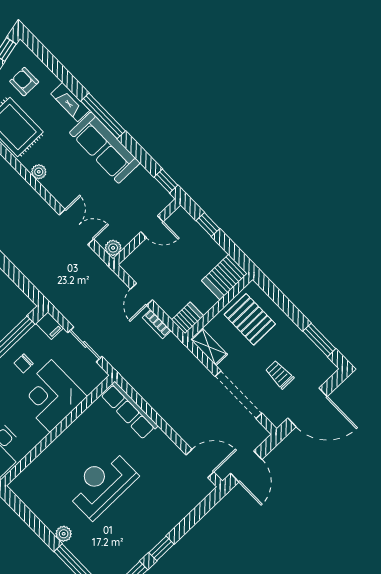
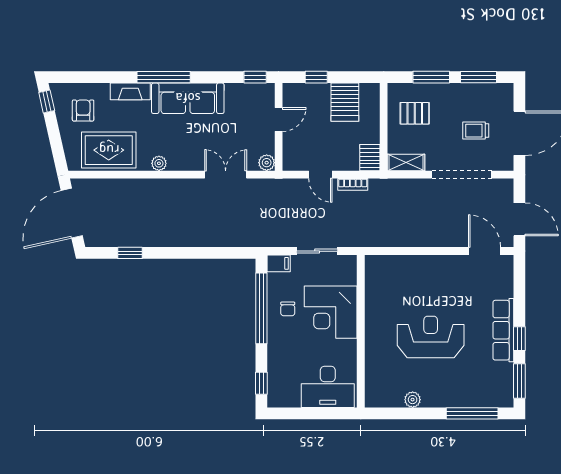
armchair: (24, 82) -> (83, 110), turned 90
server rack: (224, 277) -> (345, 102), moved
window: (287, 306) -> (431, 77), added
pallet: (250, 319) -> (415, 113), width x0.67, depth x0.71
row of seats: (129, 410) -> (503, 330), moved, turned 90
door: (200, 464) -> (485, 251), hinge flipped
reception desk: (102, 484) -> (431, 337), turned 90
plant: (64, 534) -> (413, 400), moved

